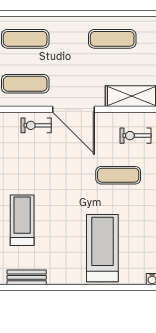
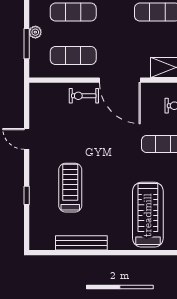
bench: (27, 277) -> (81, 243), width x1.36

